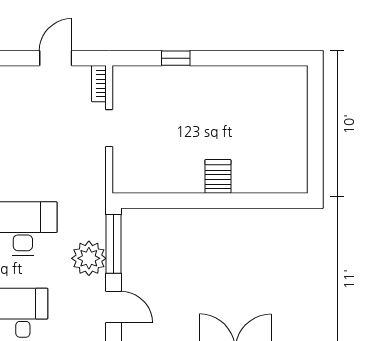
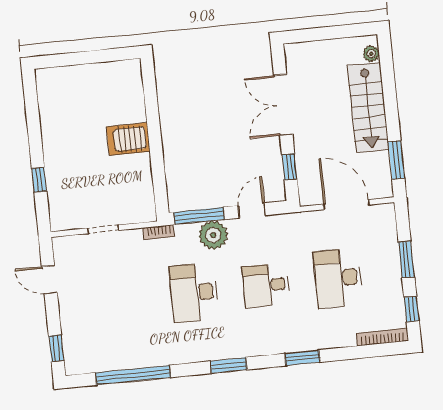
bookcase: (99, 84) -> (159, 232), moved
server rack: (218, 176) -> (128, 139), width x1.36, depth x1.44

